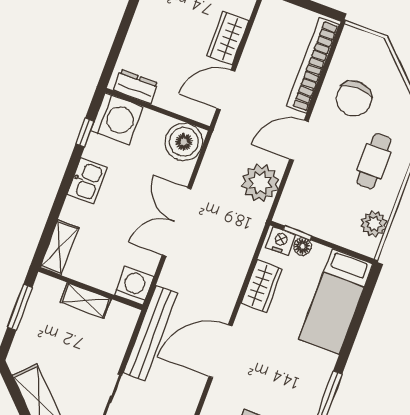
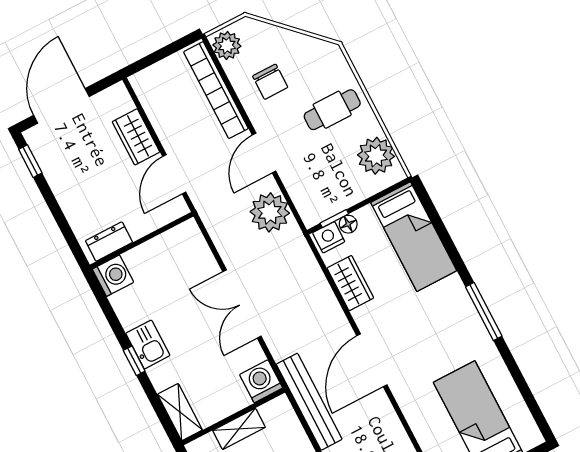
plant: (352, 44) -> (227, 46), added
chair: (354, 99) -> (270, 82), width x0.73, depth x0.73
washing machine: (117, 119) -> (113, 276), width x0.73, depth x0.73
window: (85, 133) -> (134, 361), moved
boiler: (184, 142) -> (185, 243), removed
cafe table: (374, 161) -> (332, 110), turned 90
plant: (374, 224) -> (376, 156), width x1.36, depth x1.36

